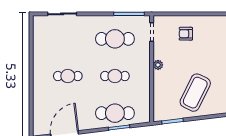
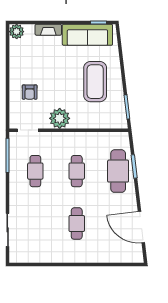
cafe table: (115, 39) -> (35, 171), width x0.73, depth x0.74
plant: (158, 65) -> (60, 118), width x1.88, depth x1.88
coffee table: (195, 93) -> (95, 82), turned 64

